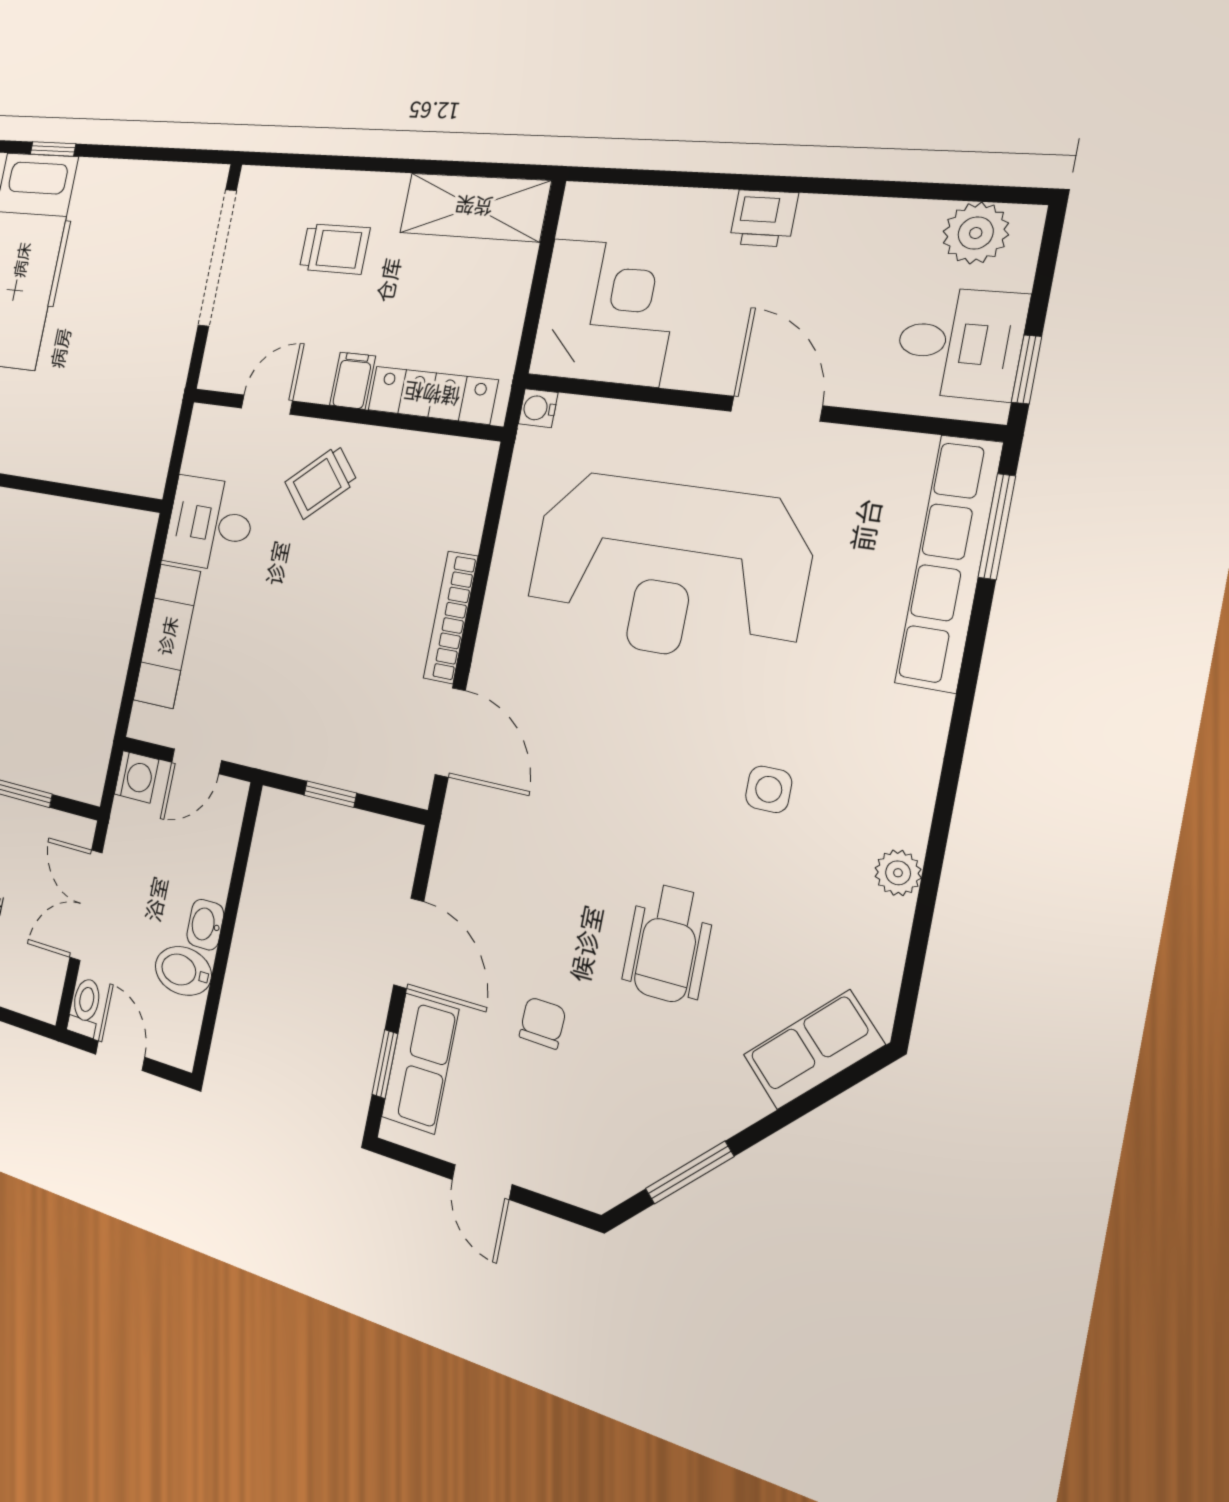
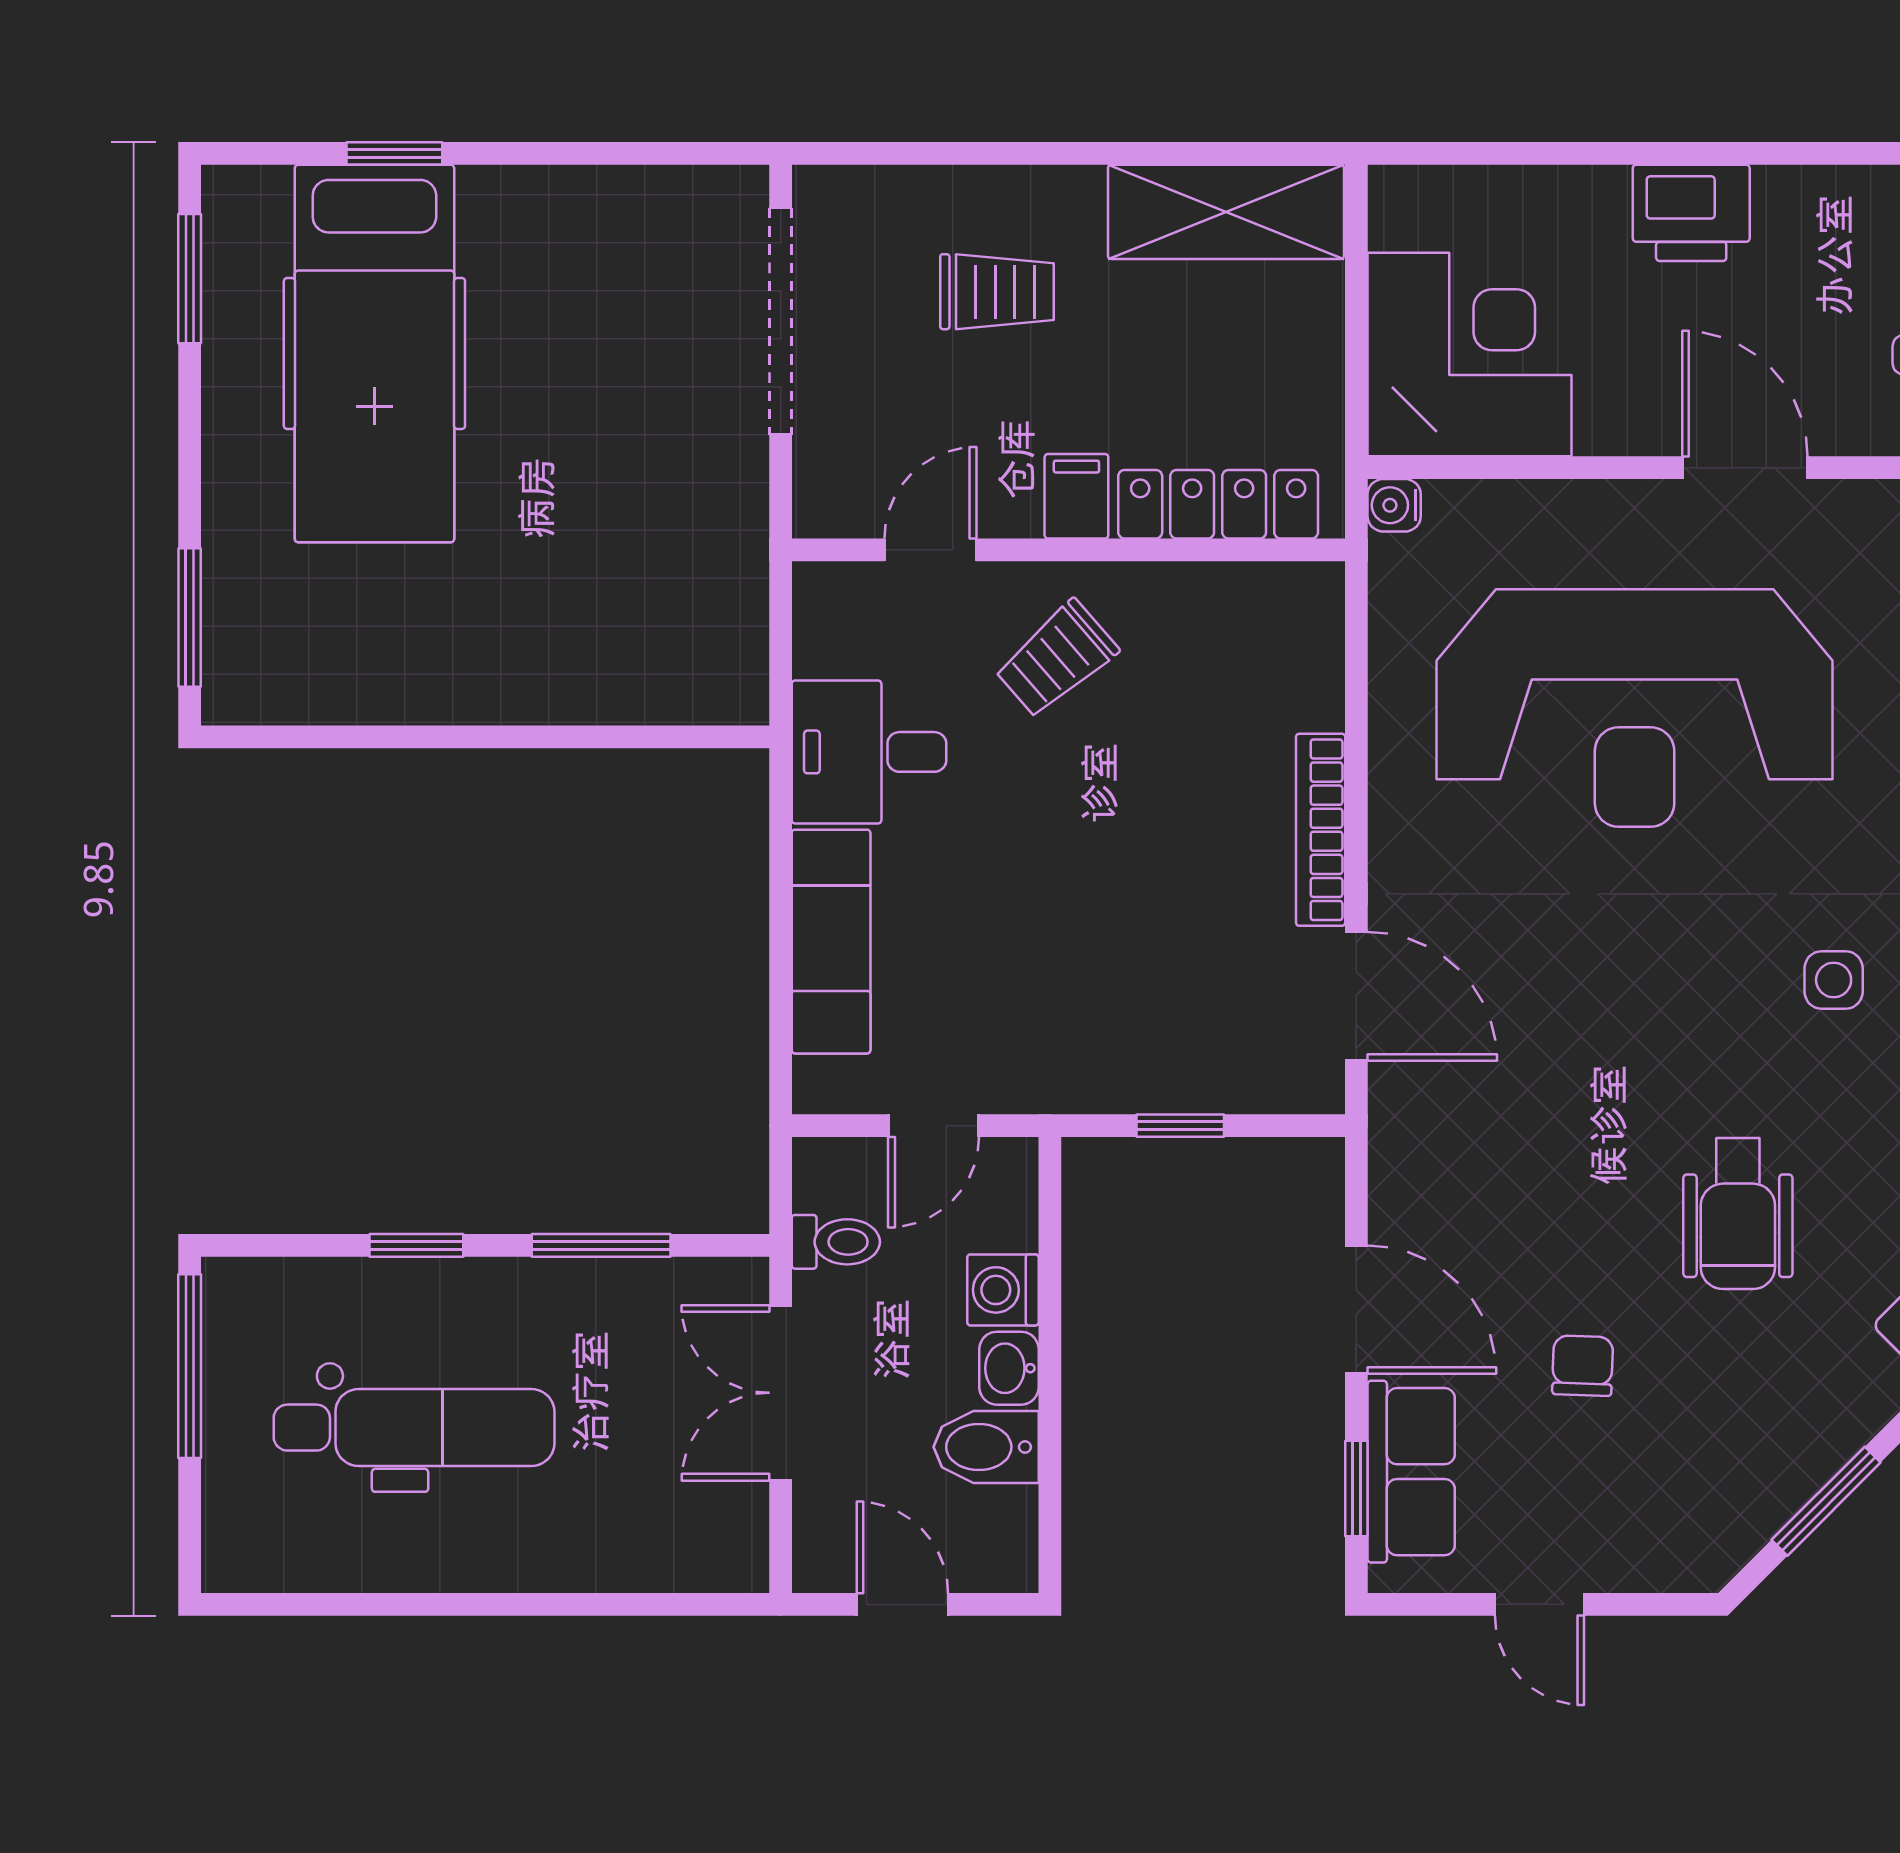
printer: (764, 218) -> (1691, 213), width x1.36, depth x1.24
washing machine: (136, 777) -> (1003, 1290), moved, turned 180
toilet: (85, 1007) -> (836, 1242), moved, turned 90

